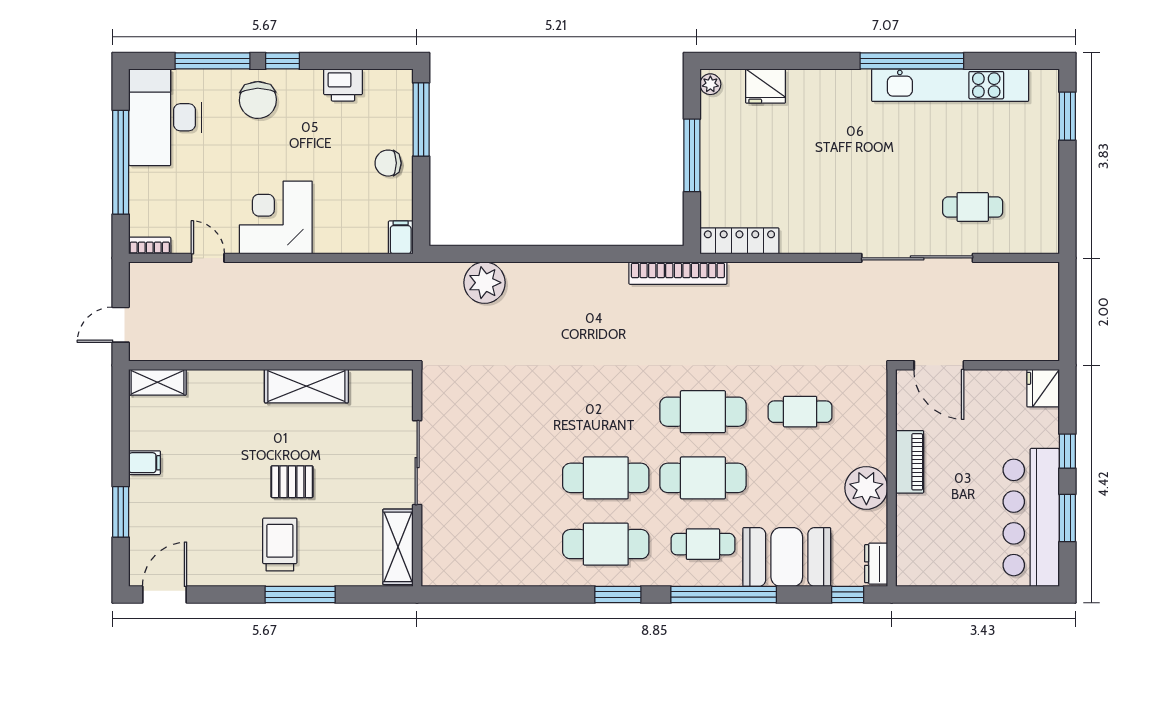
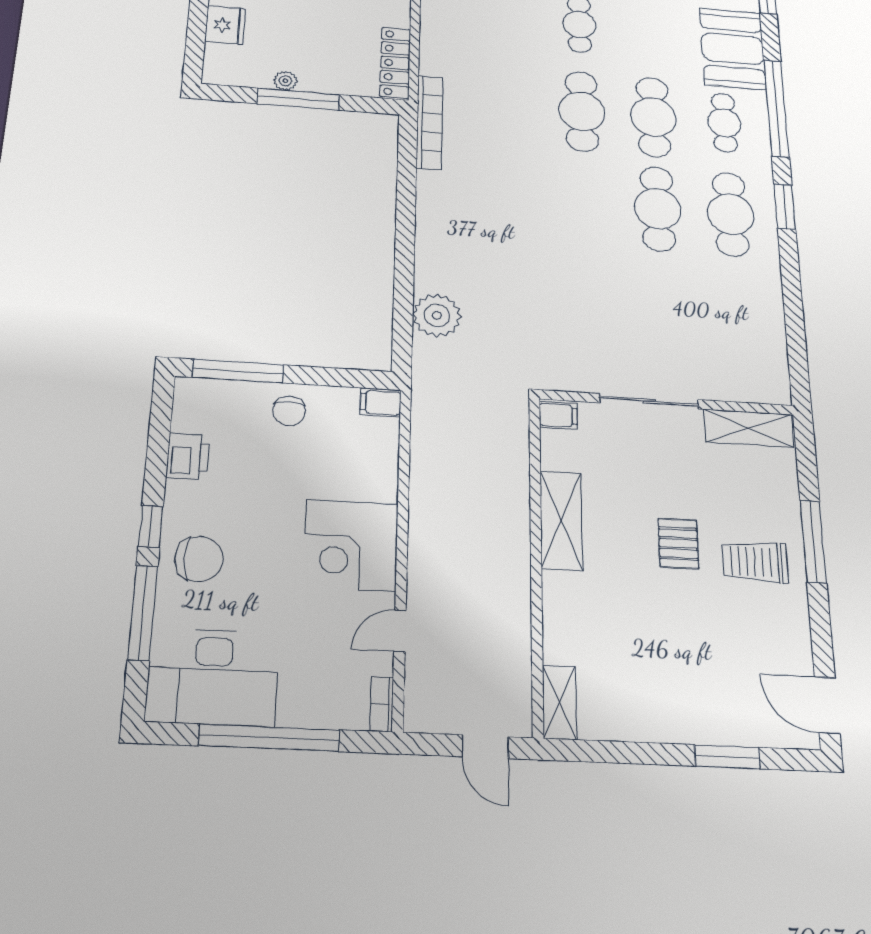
plant: (710, 84) -> (285, 81), moved
filing cabinet: (145, 463) -> (558, 415), moved, turned 90

